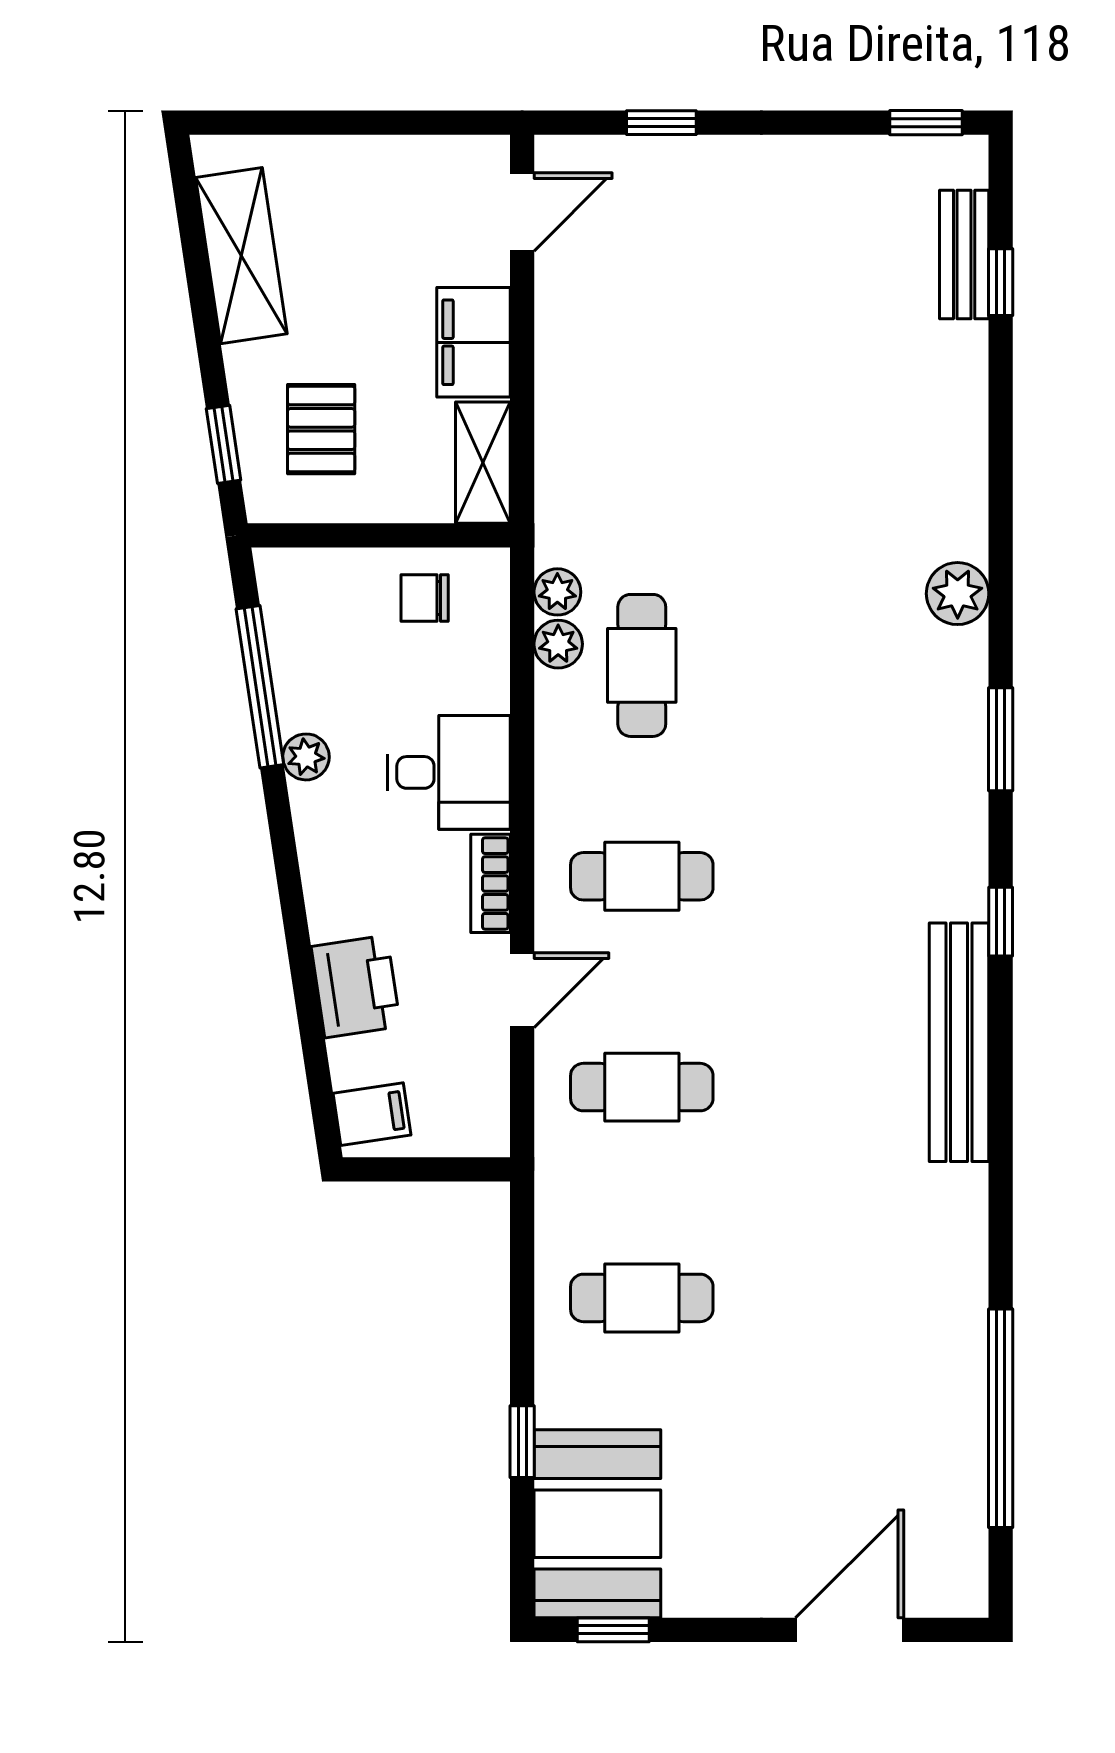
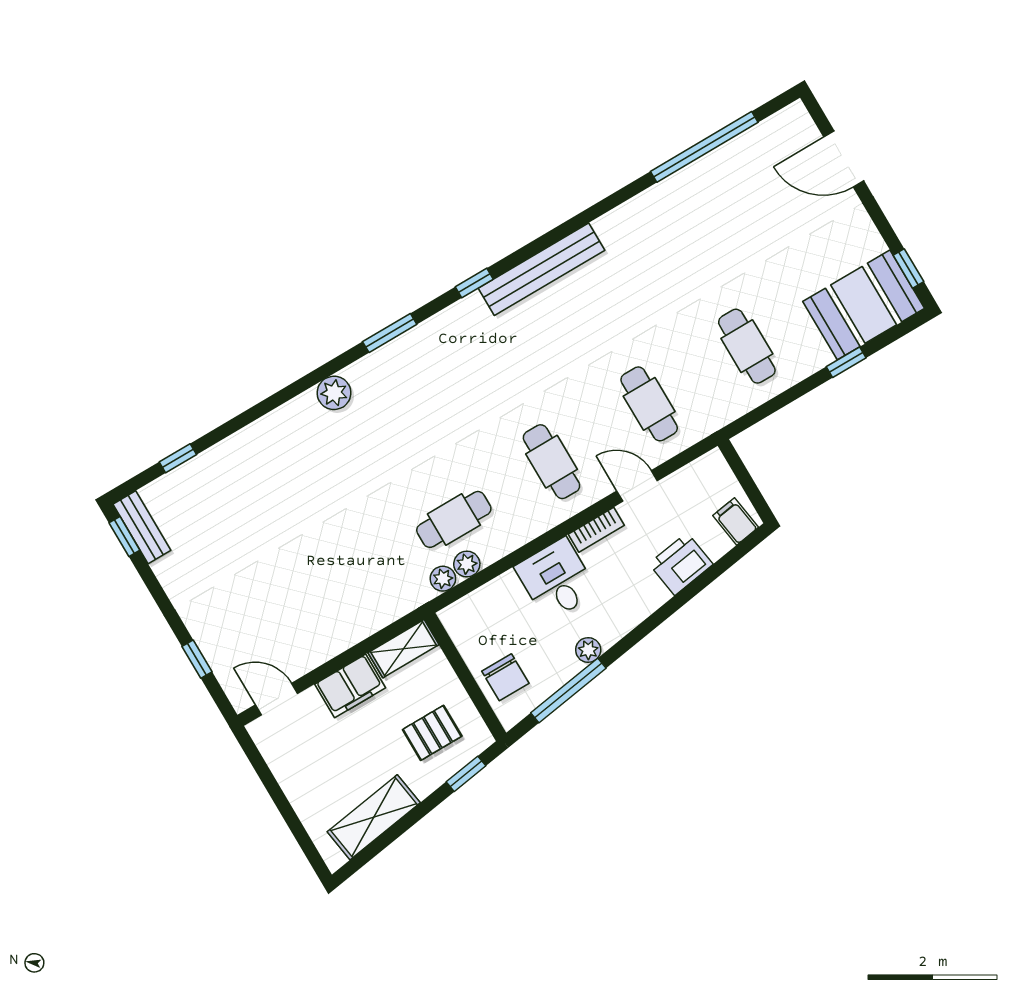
bench: (964, 255) -> (142, 527), moved, turned 90
chair: (425, 598) -> (505, 677), moved, width x1.37, depth x1.37

